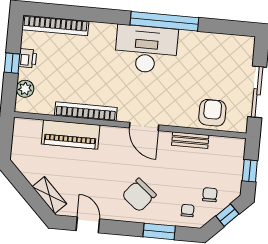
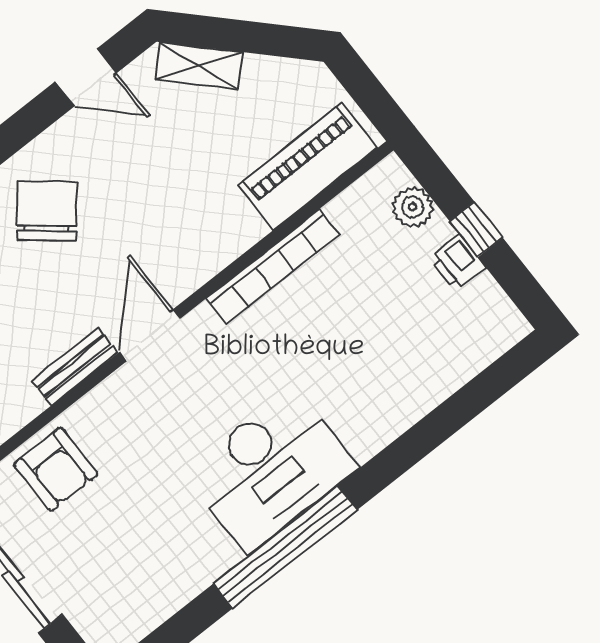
bookcase: (55, 25) -> (464, 364), removed
door: (144, 126) -> (150, 335), hinge flipped
piano: (71, 134) -> (308, 167), moved
bench: (190, 140) -> (75, 367), moved

